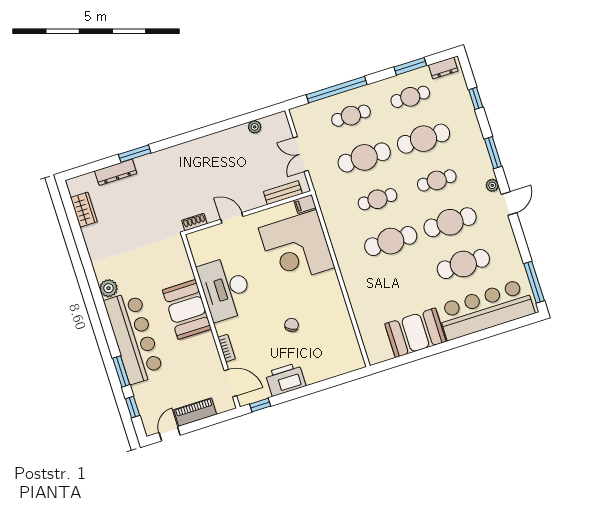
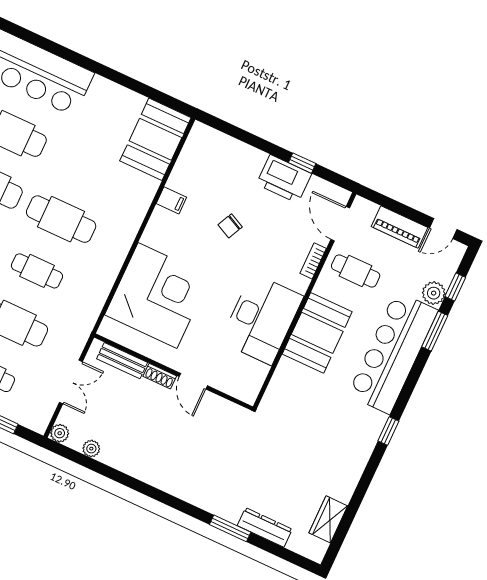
plant: (281, 119) -> (60, 433), added
filing cabinet: (305, 204) -> (171, 200), moved
shoe rack: (194, 222) -> (160, 376), moved
plant: (109, 288) -> (434, 293), moved
window: (96, 291) -> (388, 431), added
booth: (415, 333) -> (155, 139), moved, turned 90
cafe table: (197, 364) -> (356, 271), added
window: (260, 405) -> (302, 163), moved

